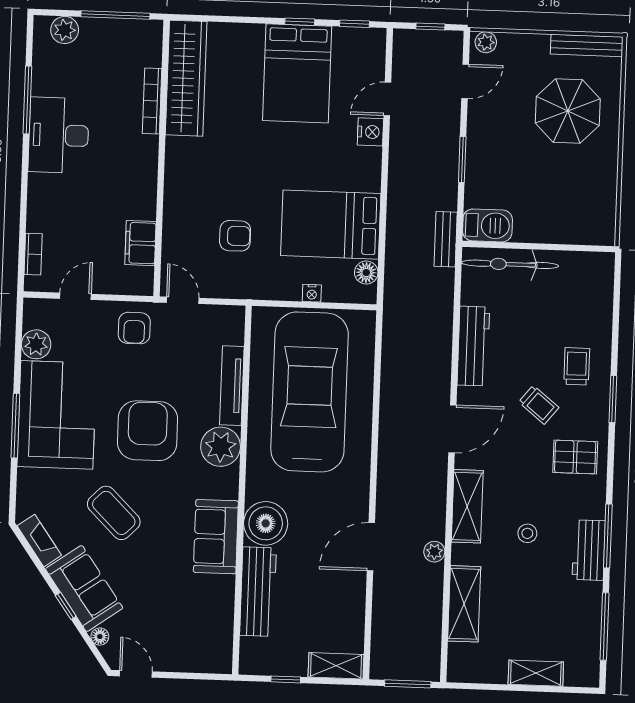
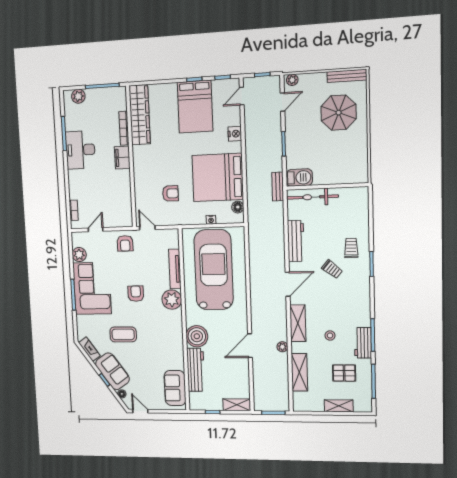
door: (387, 99) -> (242, 96), moved
bed: (331, 225) -> (218, 178), width x1.36
filing cabinet: (140, 243) -> (122, 158), moved
armchair: (147, 431) -> (136, 294), width x0.53, depth x0.53
pallet: (575, 457) -> (344, 373), moved
coffee table: (114, 513) -> (123, 334), turned -45
sofa: (216, 537) -> (175, 388), moved

